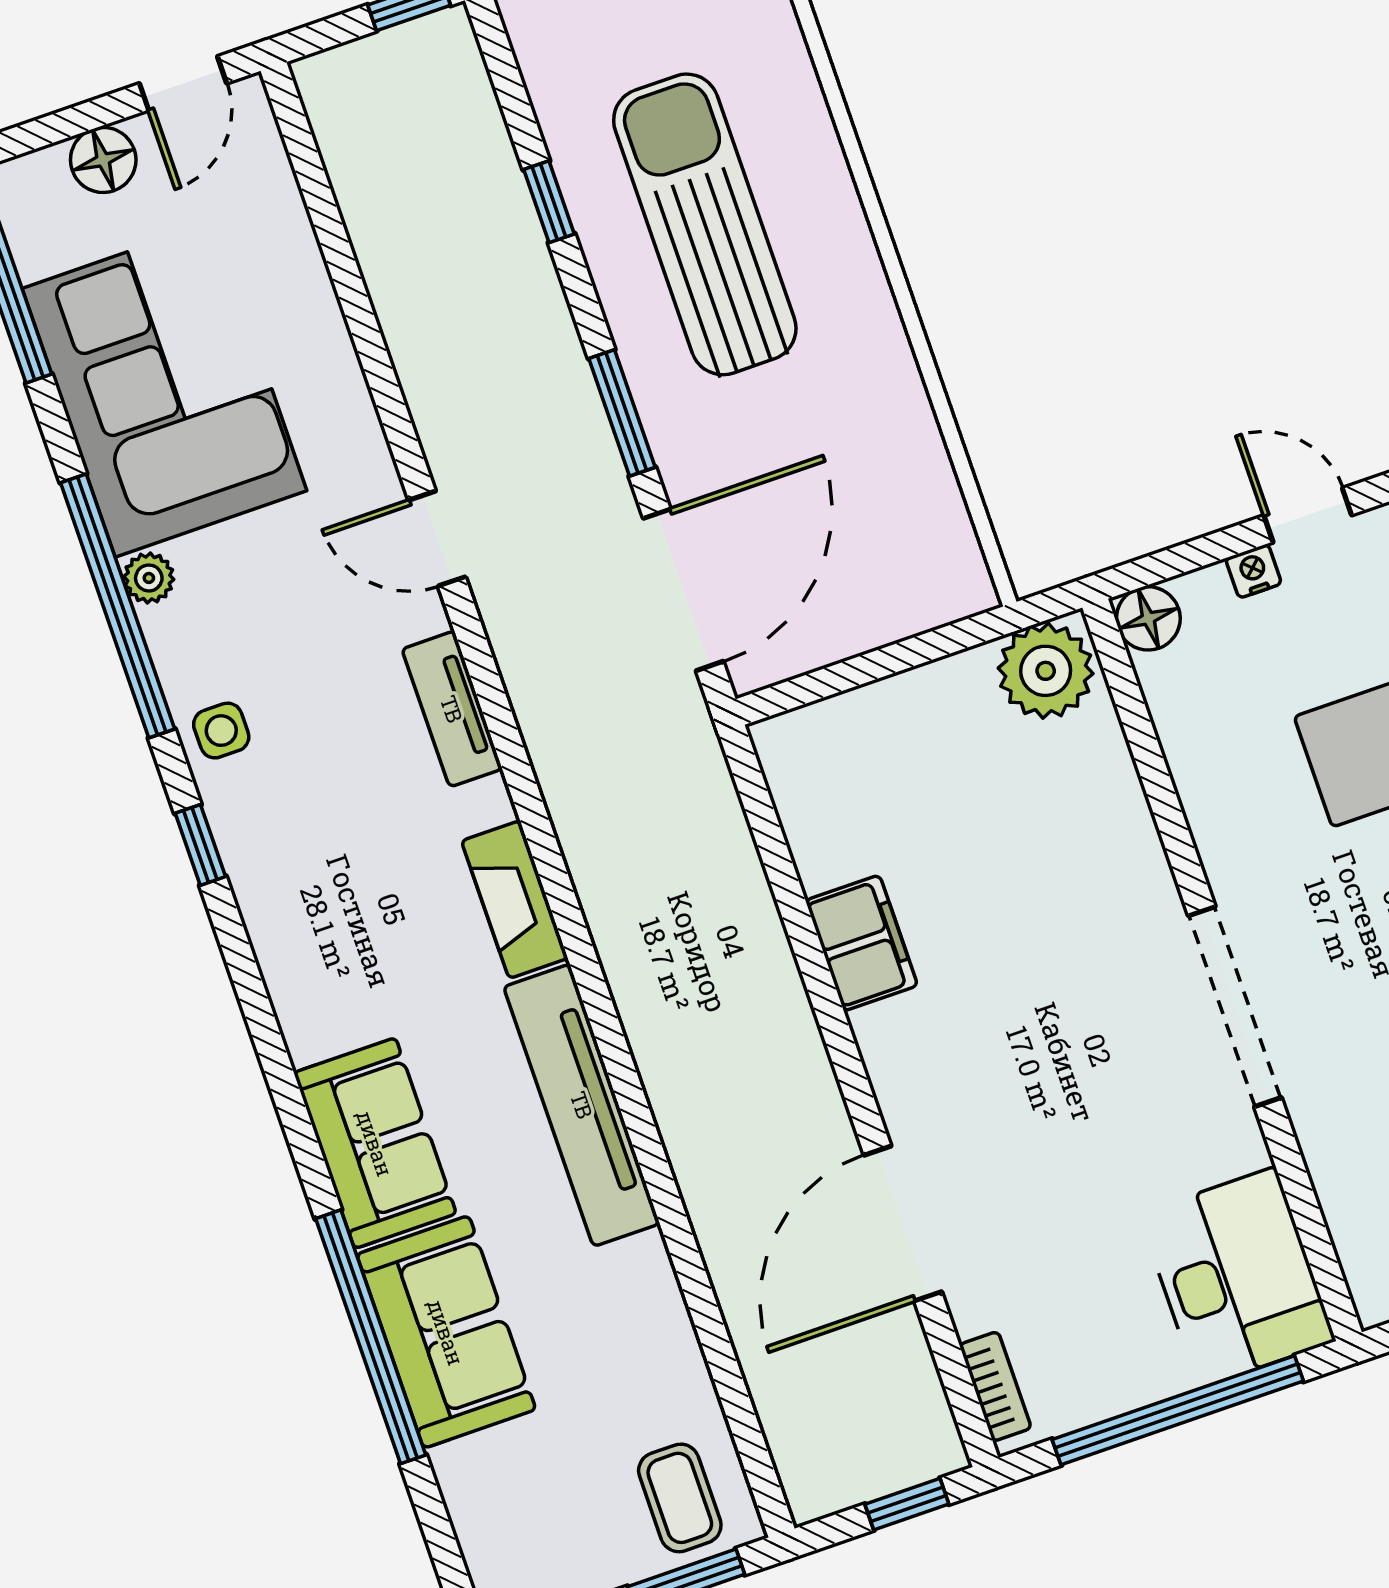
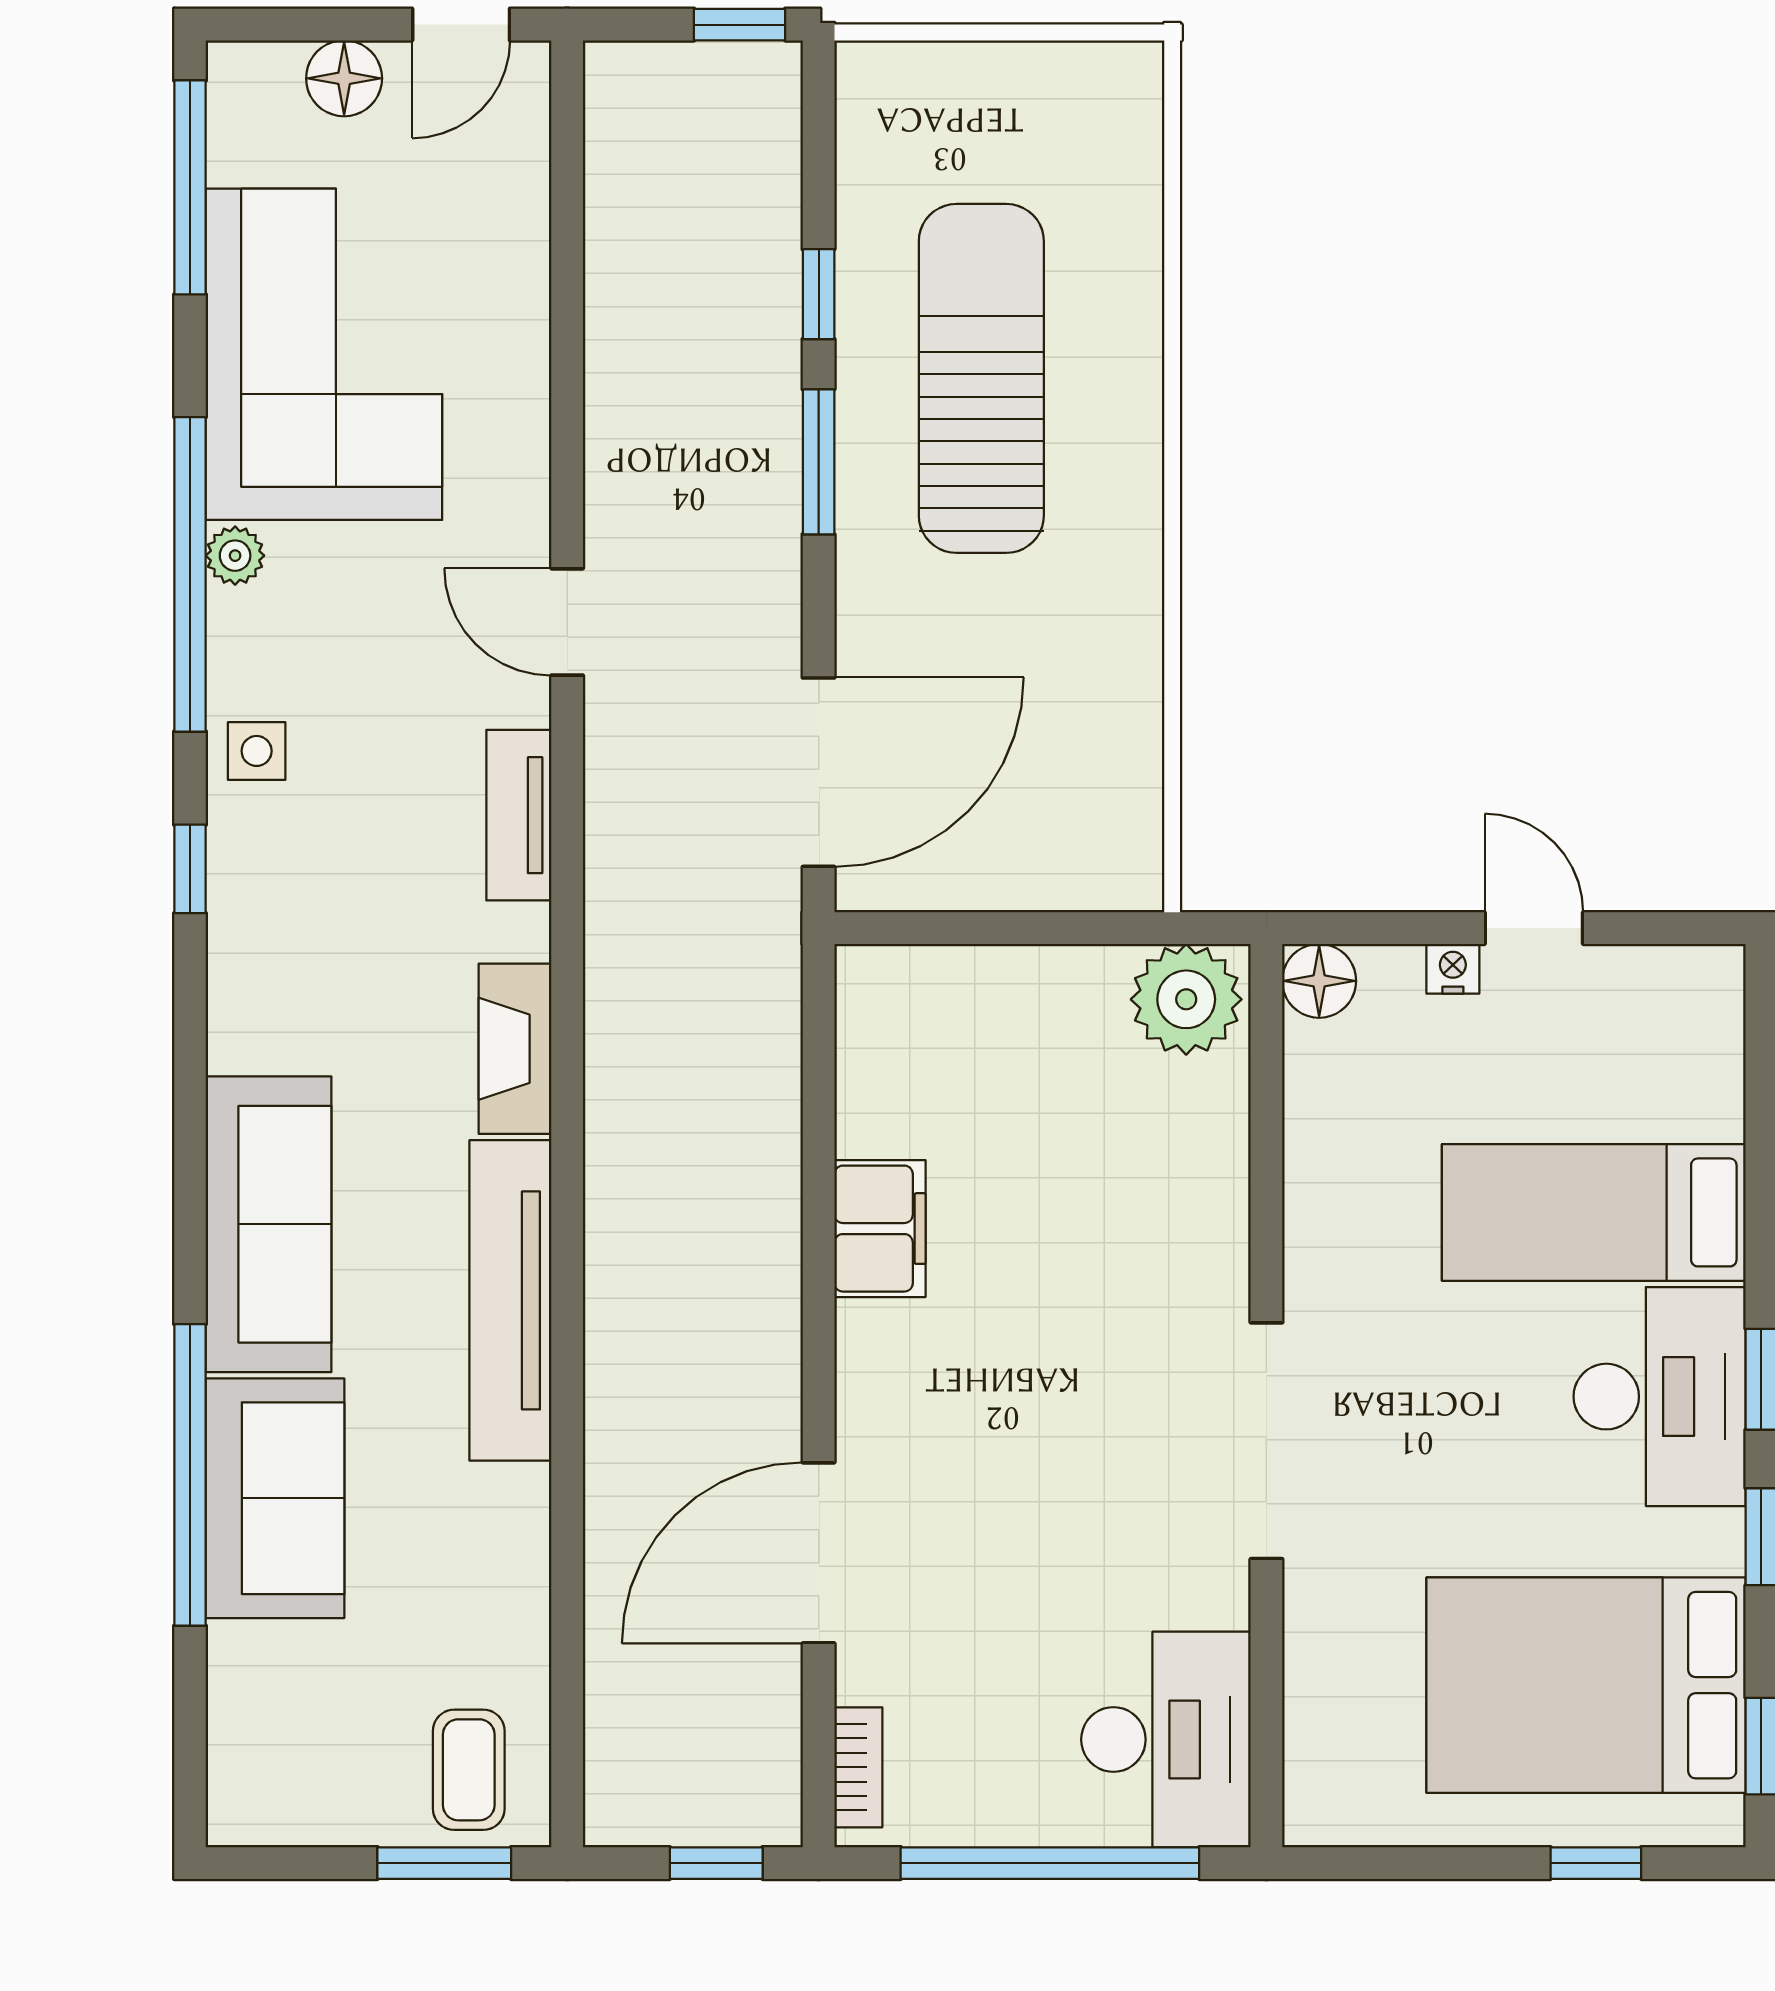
window: (622, 413) -> (819, 462), moved
sofa: (375, 1143) -> (269, 1224), width x1.36

